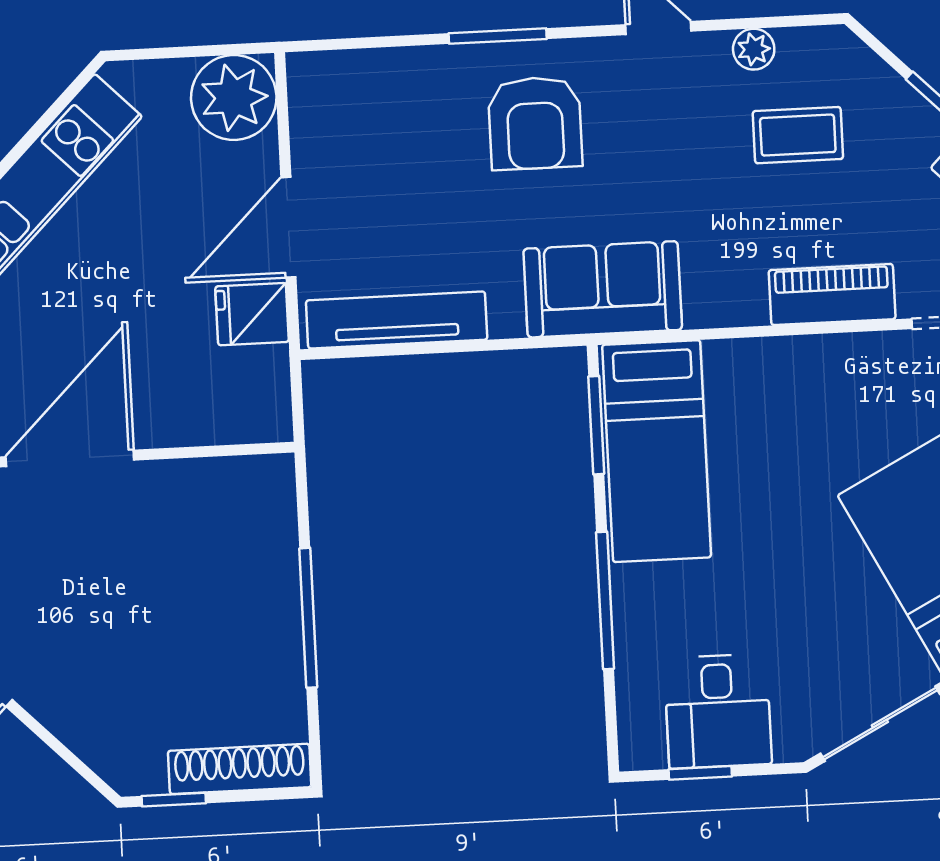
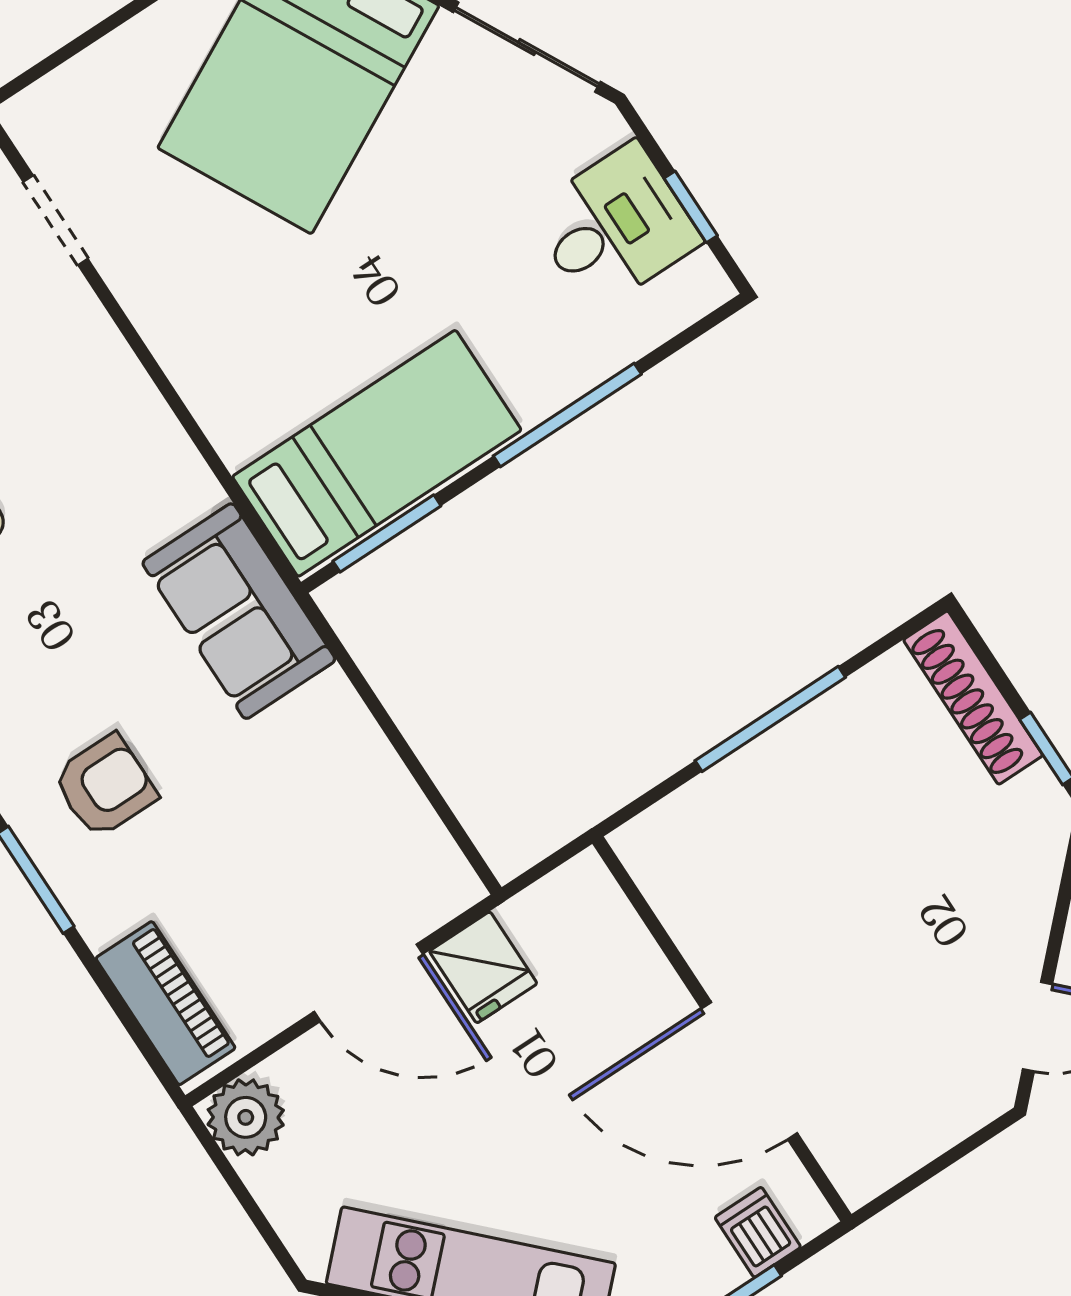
plant: (234, 98) -> (246, 1117), width x0.73, depth x0.73
armchair: (535, 123) -> (105, 786), width x0.72, depth x0.72
piano: (832, 295) -> (165, 1003), moved, turned 180
tv unit: (397, 320) -> (400, 810), removed

